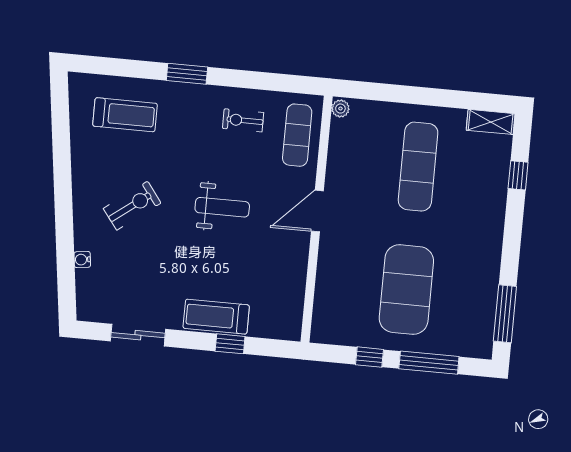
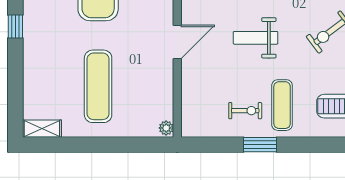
window: (187, 74) -> (260, 145), moved
exercise mat: (297, 135) -> (282, 105), moved
window: (518, 175) -> (15, 27), moved

